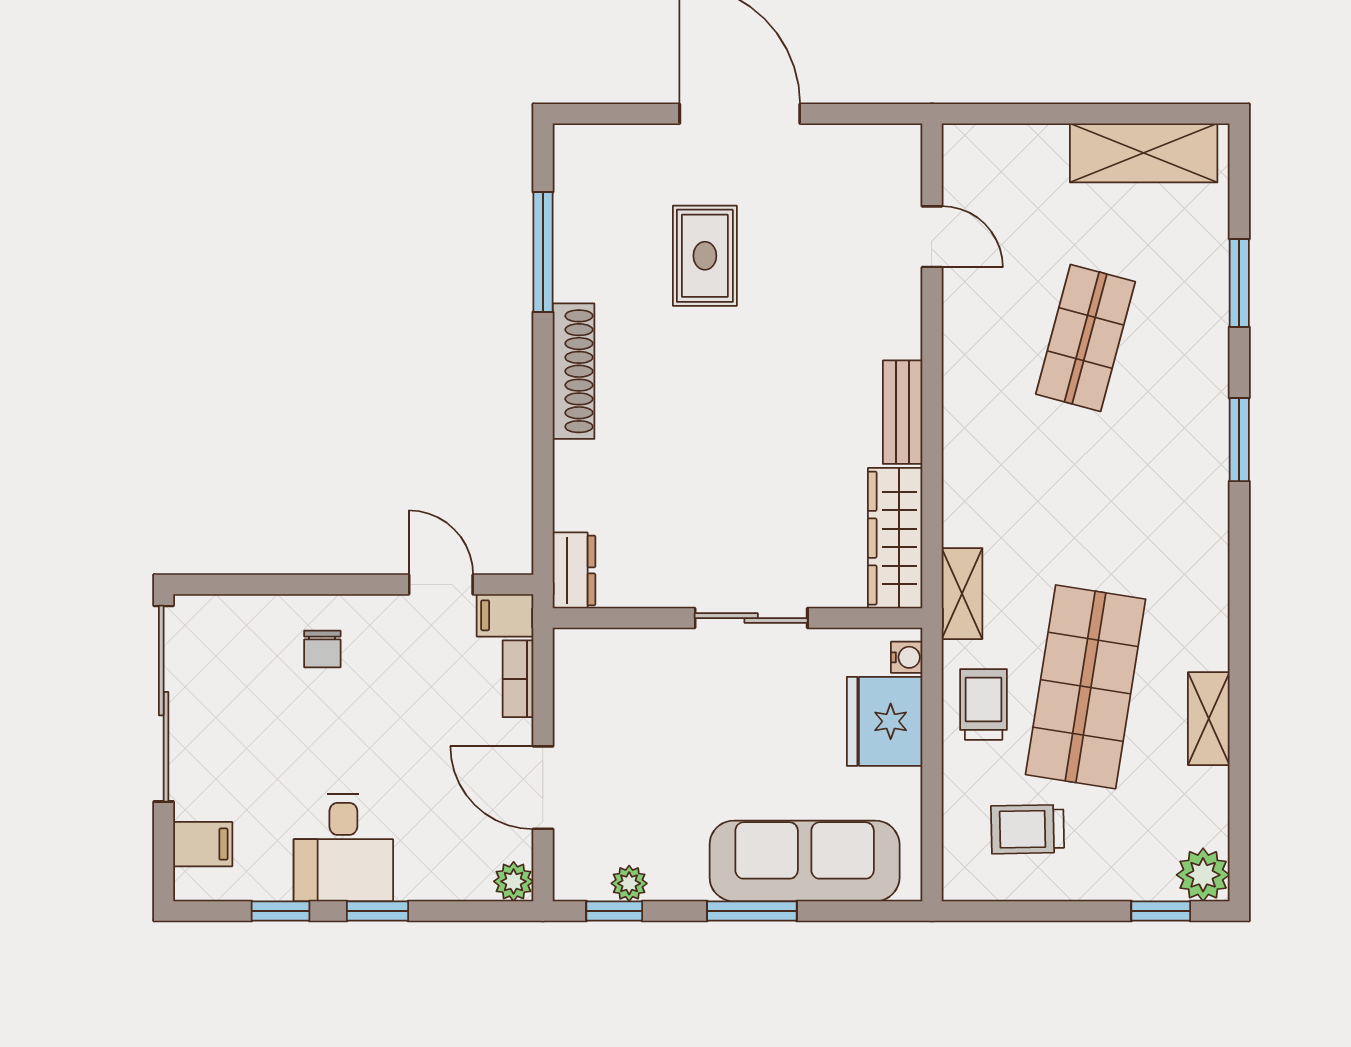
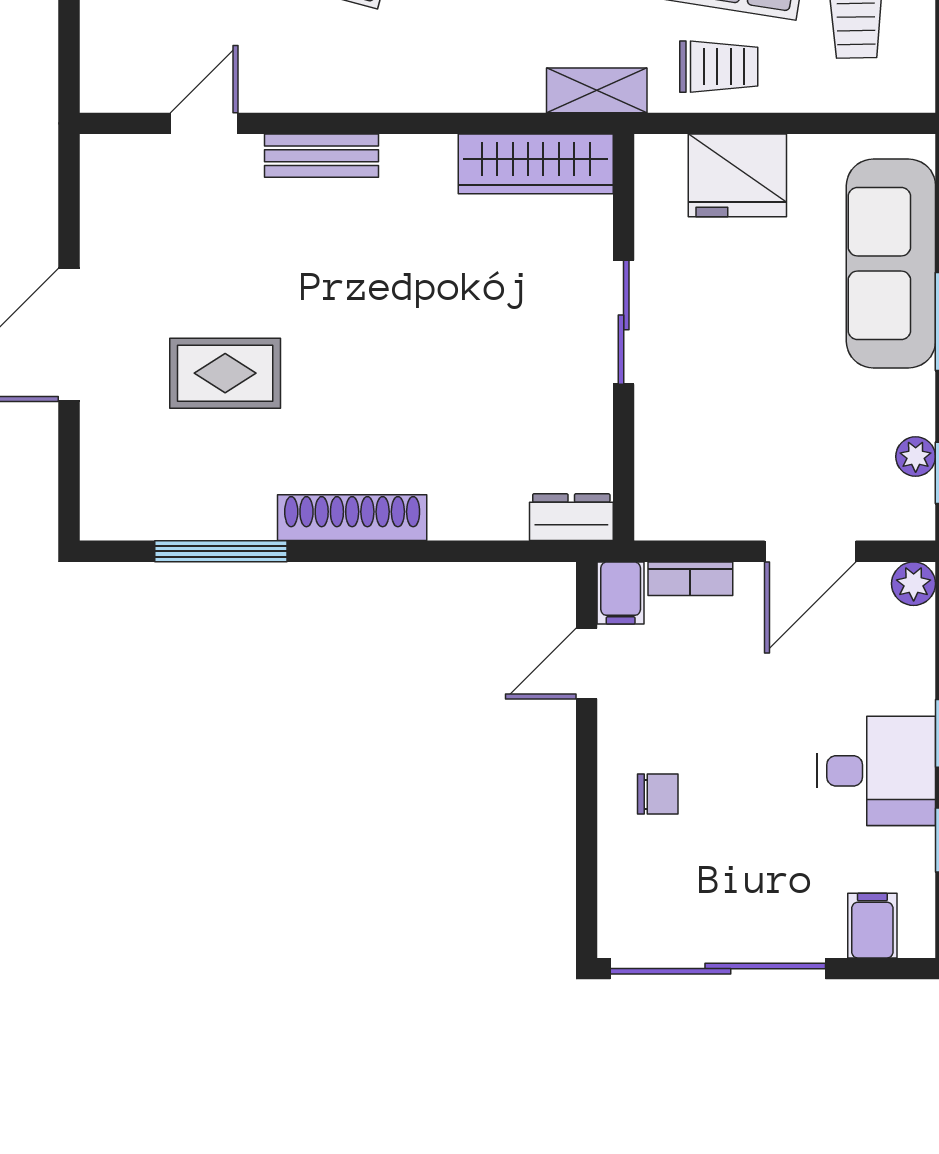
bench: (903, 412) -> (322, 156), moved
water cooler: (907, 657) -> (667, 151), removed
trolley: (984, 704) -> (719, 67), turned 180

